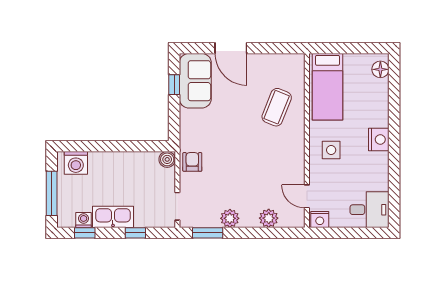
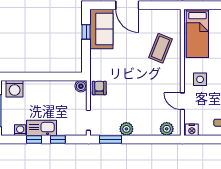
door: (307, 196) -> (182, 101), moved
plant: (269, 218) -> (167, 129), moved
window: (85, 233) -> (34, 140), moved

